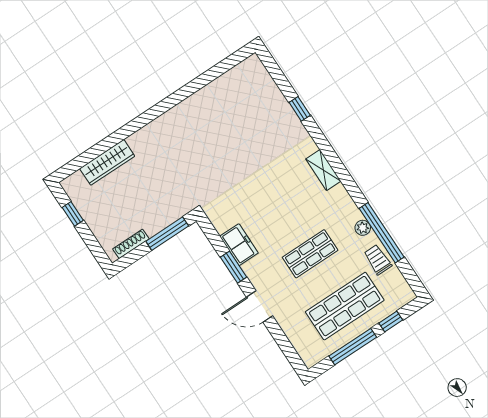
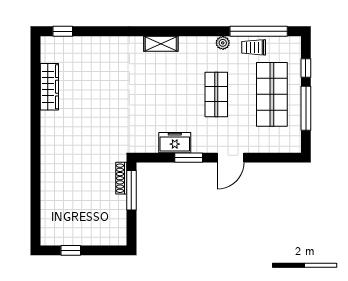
window: (300, 109) -> (63, 31), moved
wardrobe: (107, 162) -> (49, 87), moved
window: (382, 233) -> (259, 31), moved
shoe rack: (131, 244) -> (121, 178), moved

